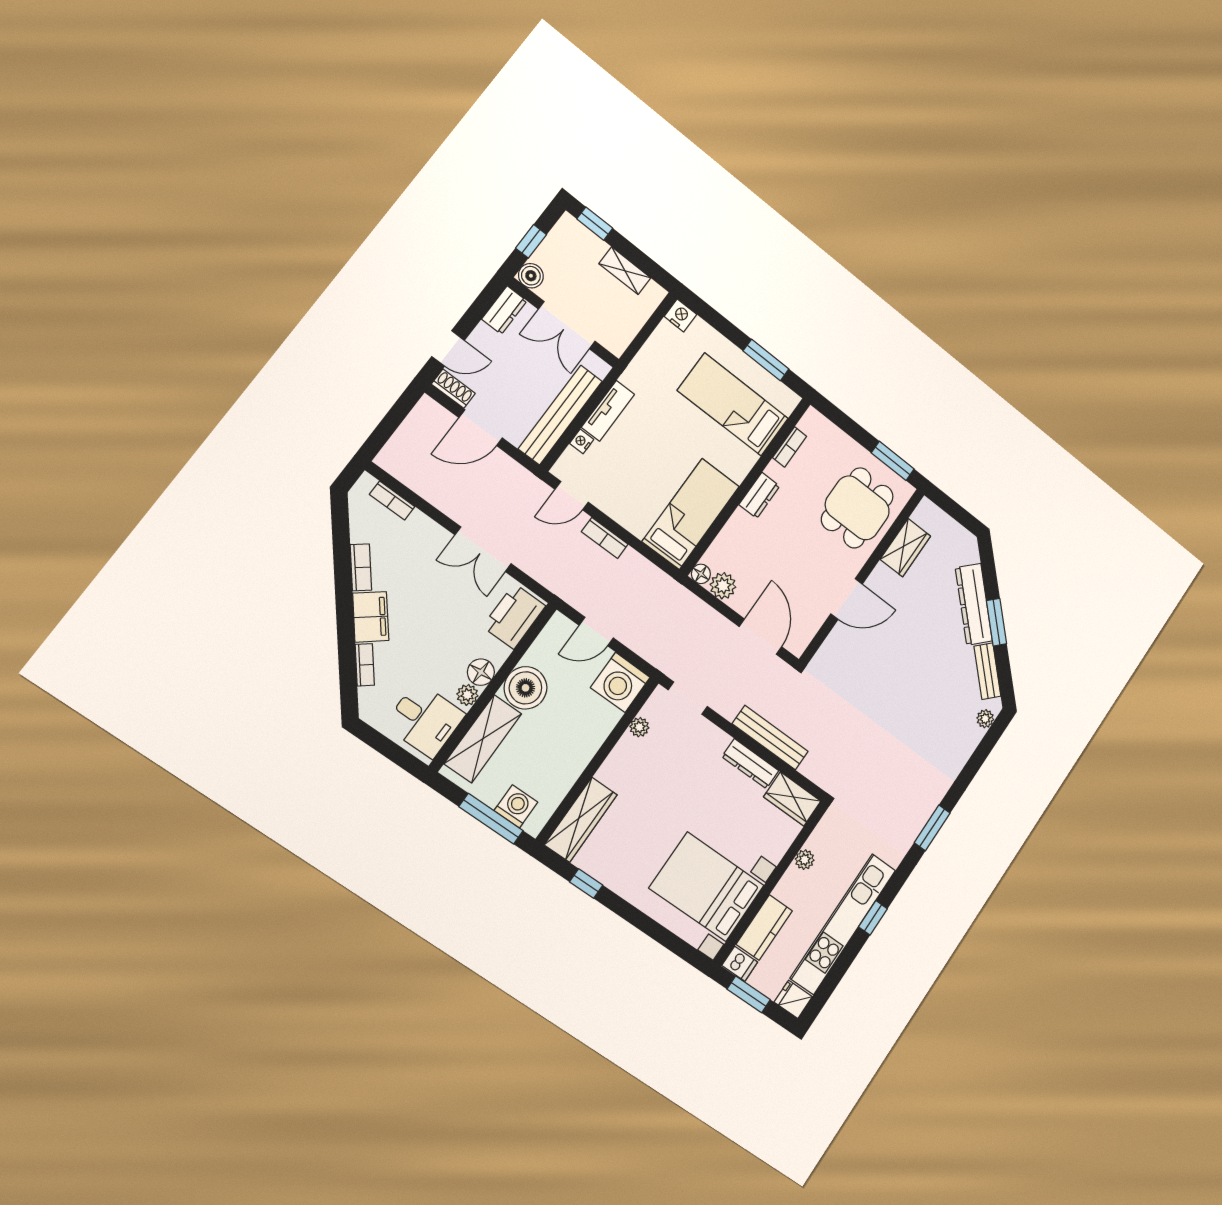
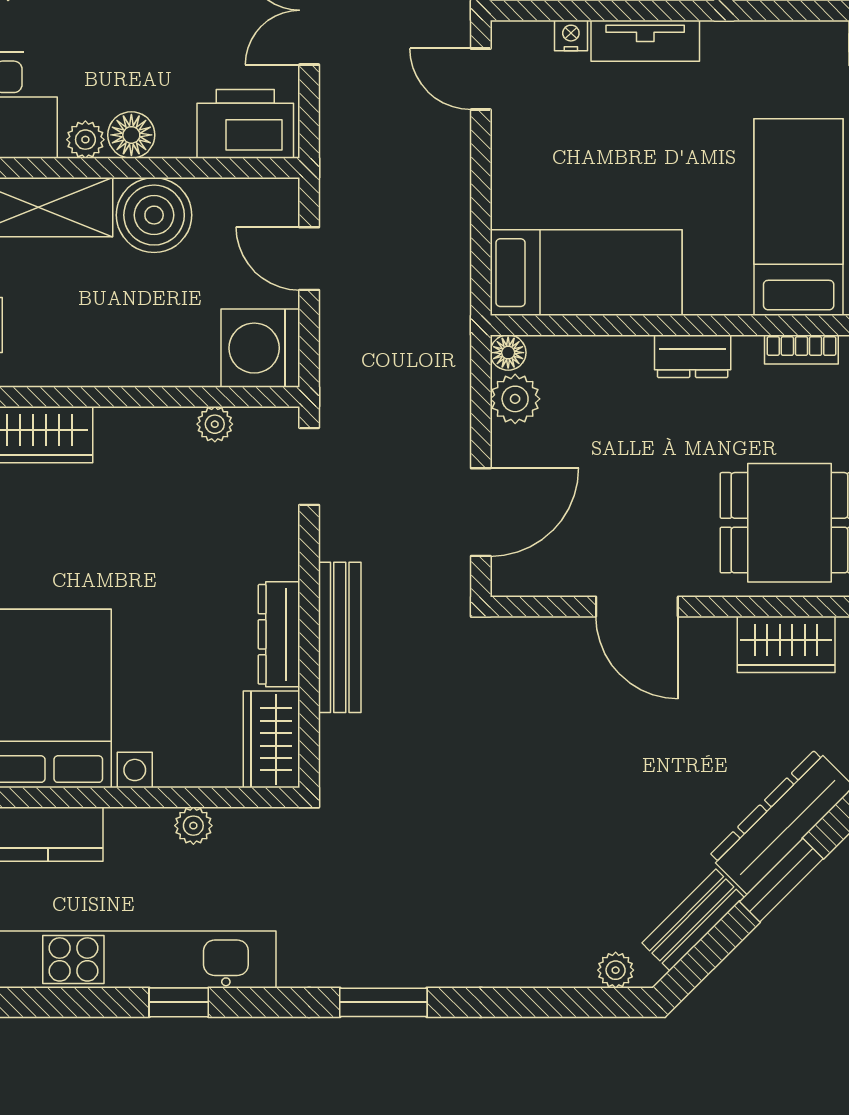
bookcase: (605, 538) -> (455, 171), removed

